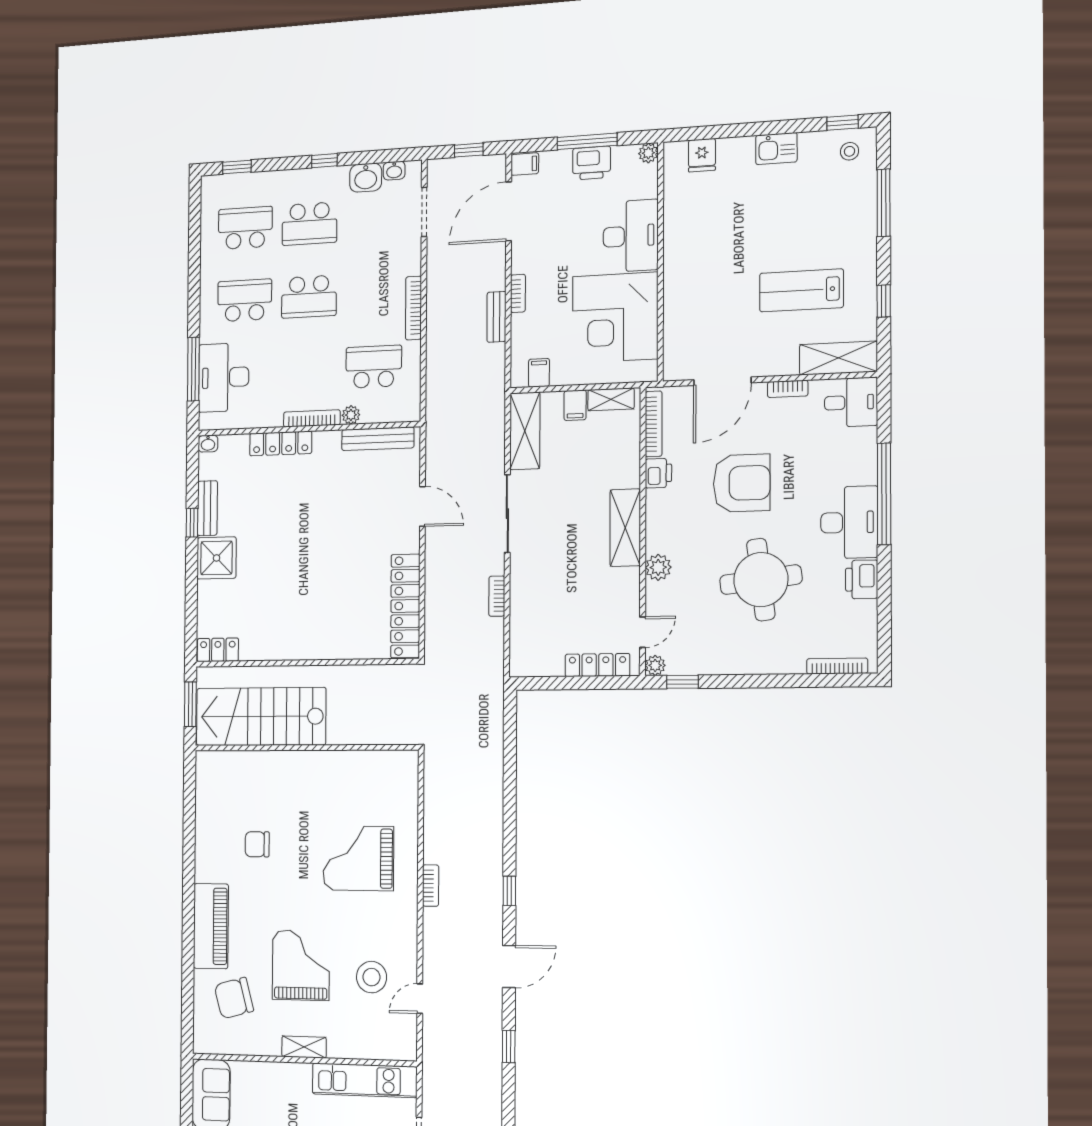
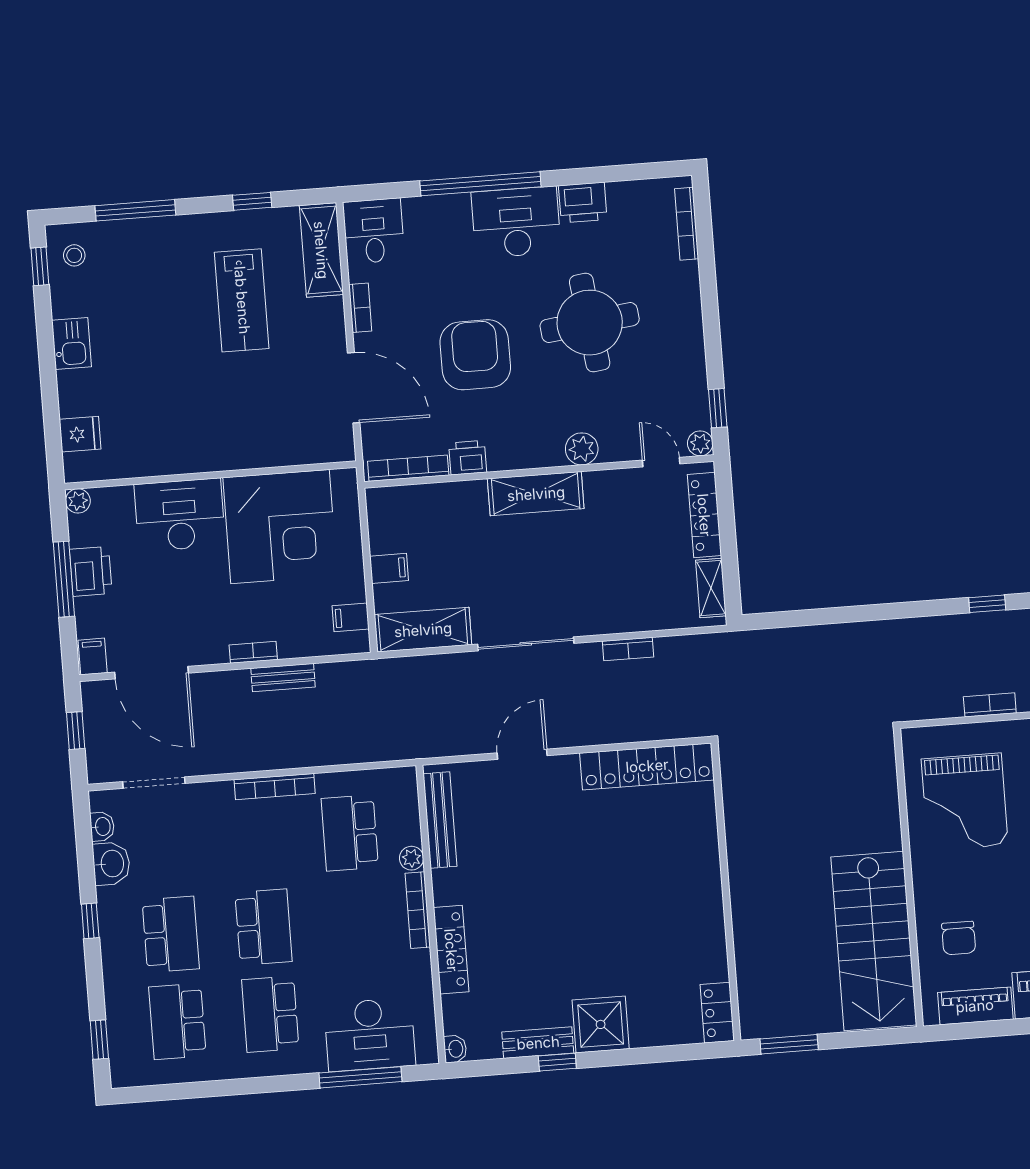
shelving: (611, 399) -> (711, 588), moved
stairs: (261, 717) -> (874, 941), moved
wall: (306, 748) -> (908, 878), moved
piano: (206, 853) -> (975, 1006), added

